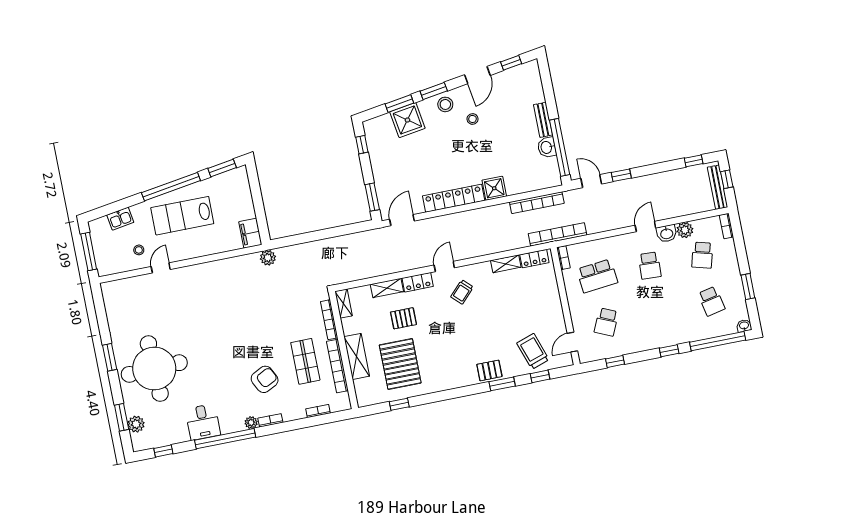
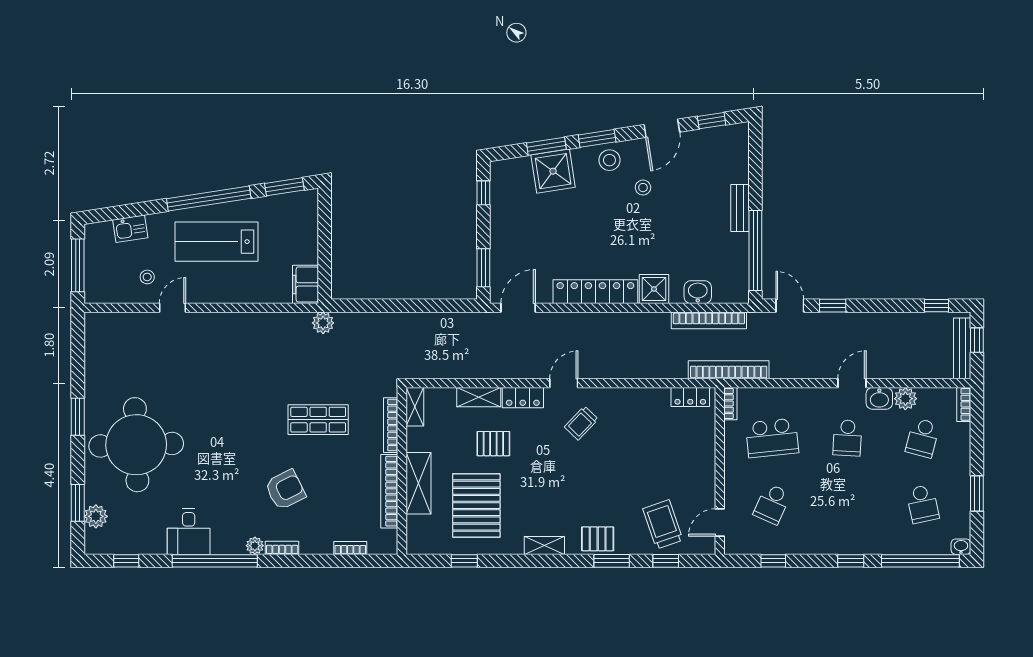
washbasin: (547, 147) -> (698, 292), moved, turned 90
shelving: (506, 264) -> (544, 546), moved
shop shelf: (305, 361) -> (318, 420), moved, turned 90

